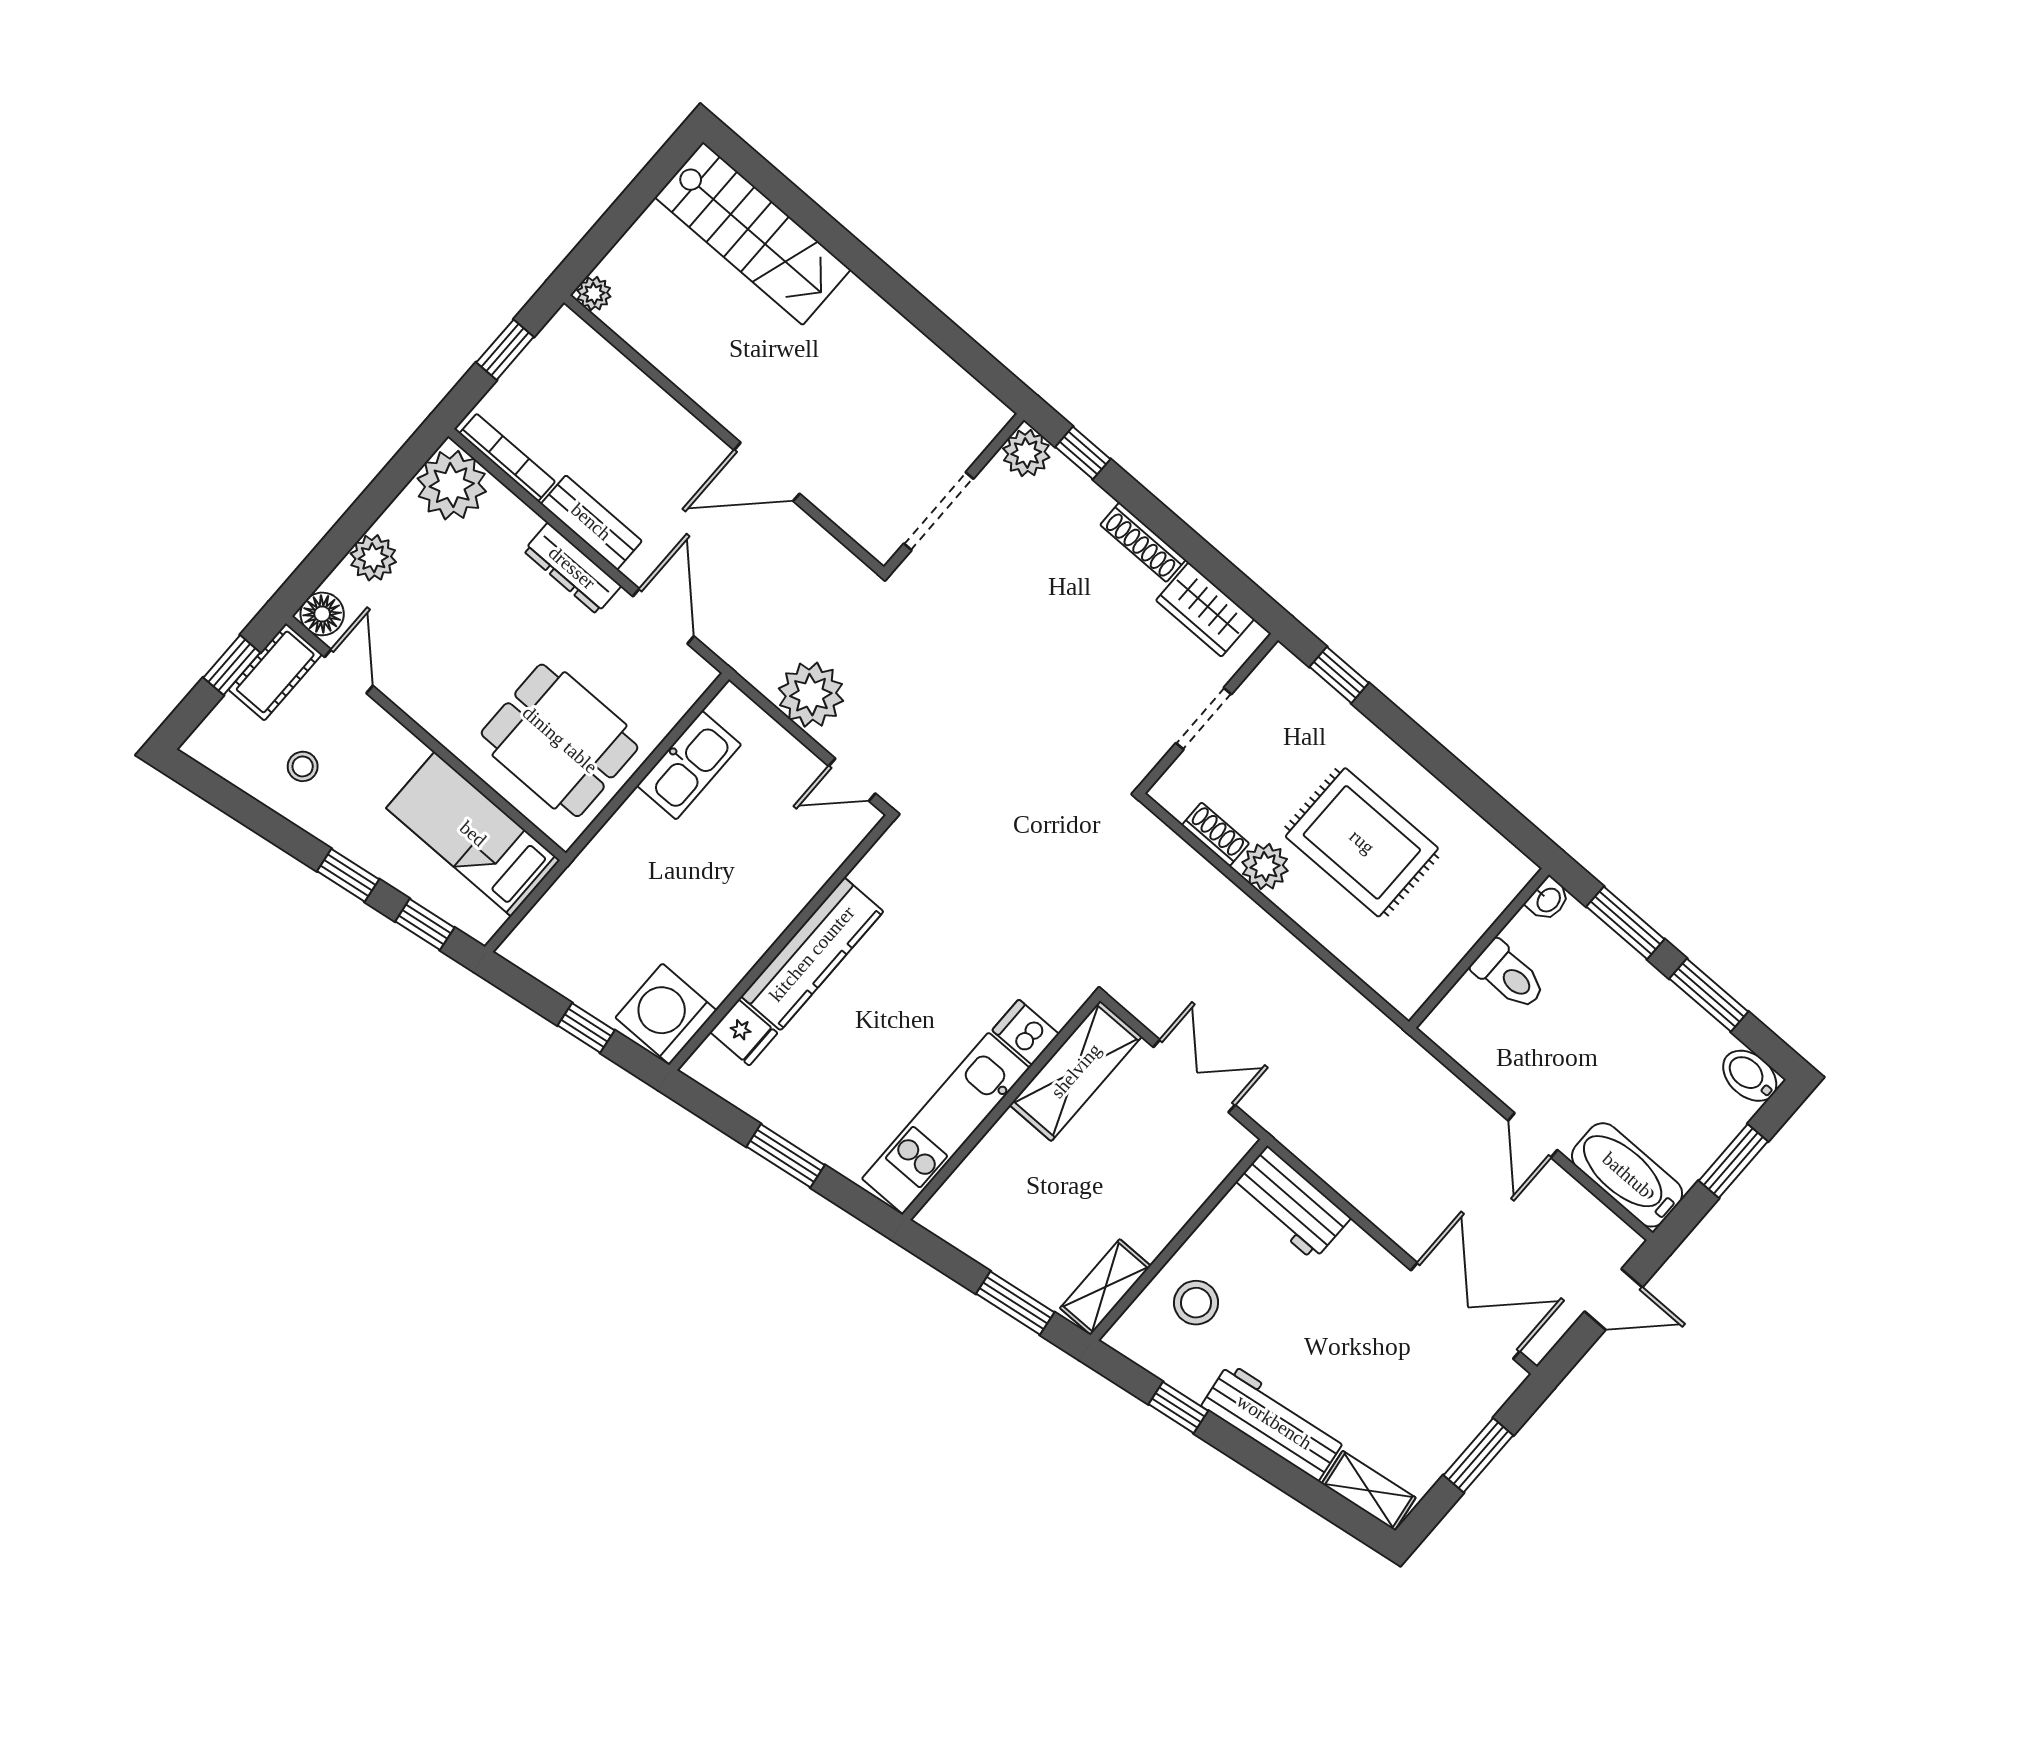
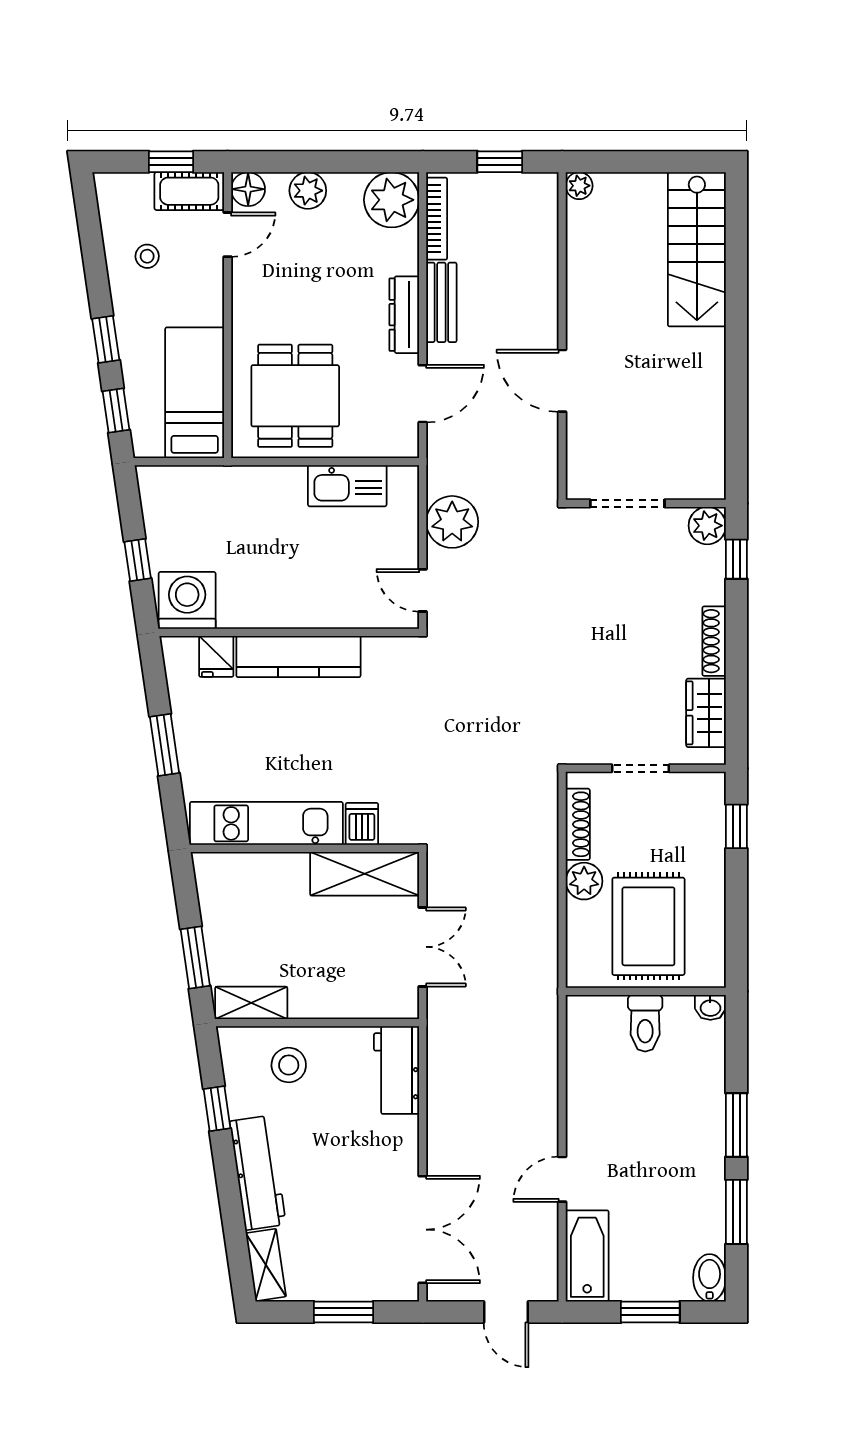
shoe rack: (1215, 834) -> (578, 824), width x1.43
washbasin: (1548, 899) -> (710, 1007), moved
wall: (1479, 948) -> (646, 991), moved
toilet: (1509, 975) -> (645, 1023), moved

